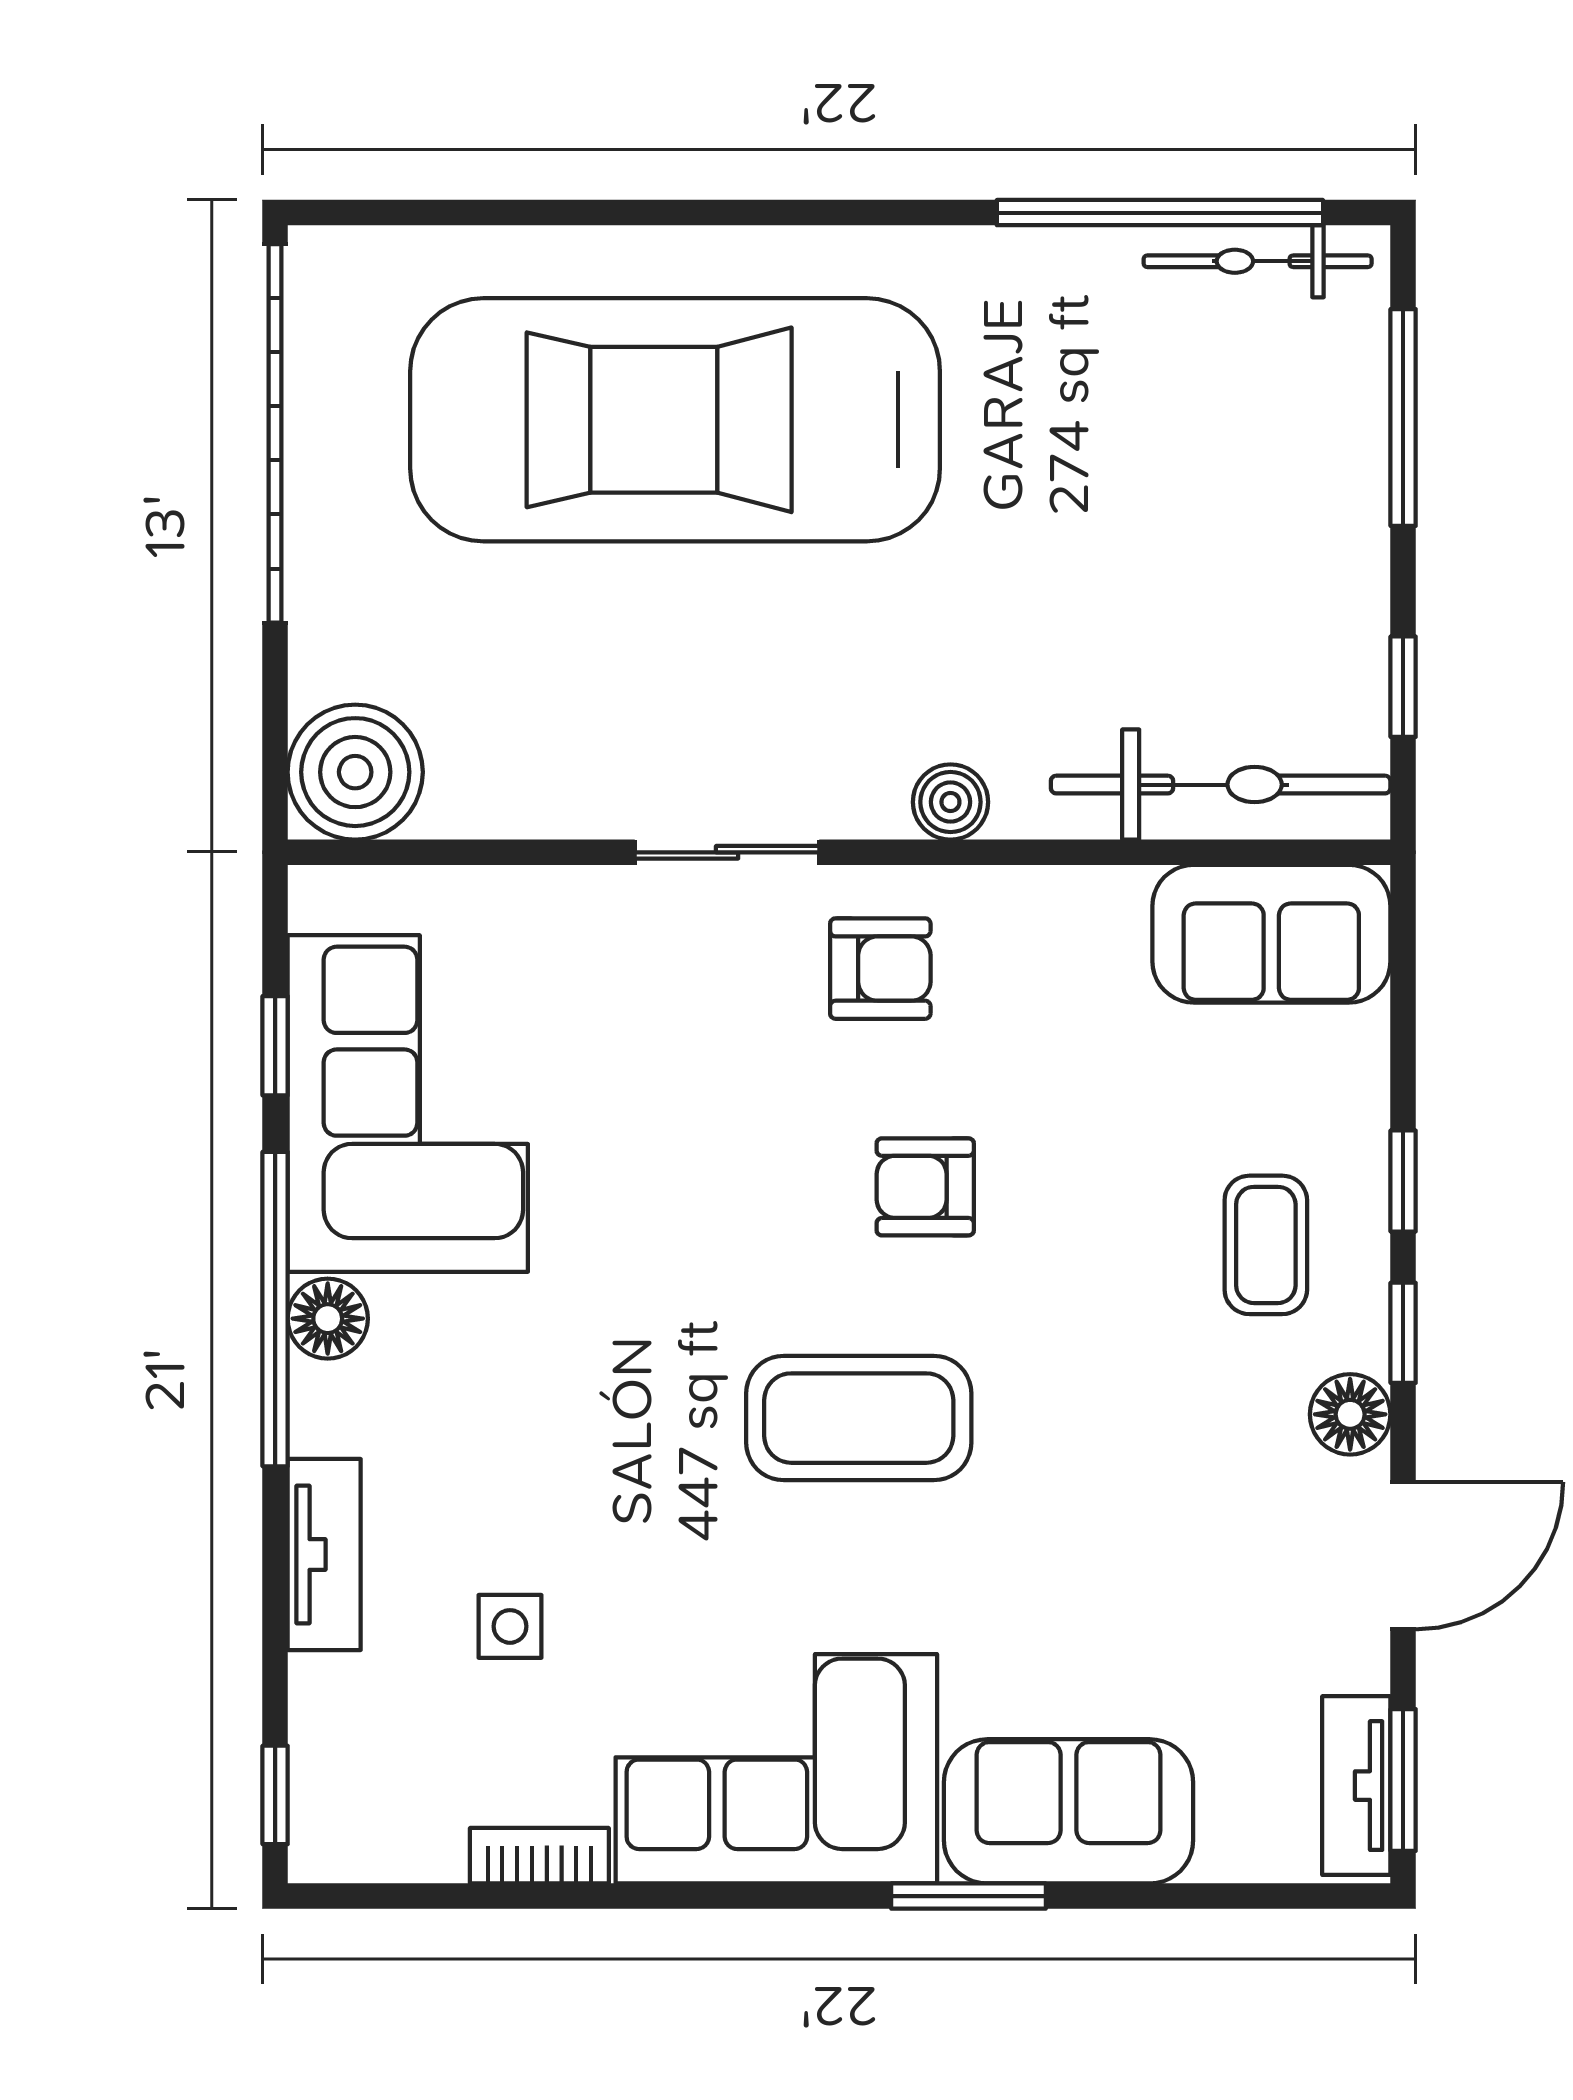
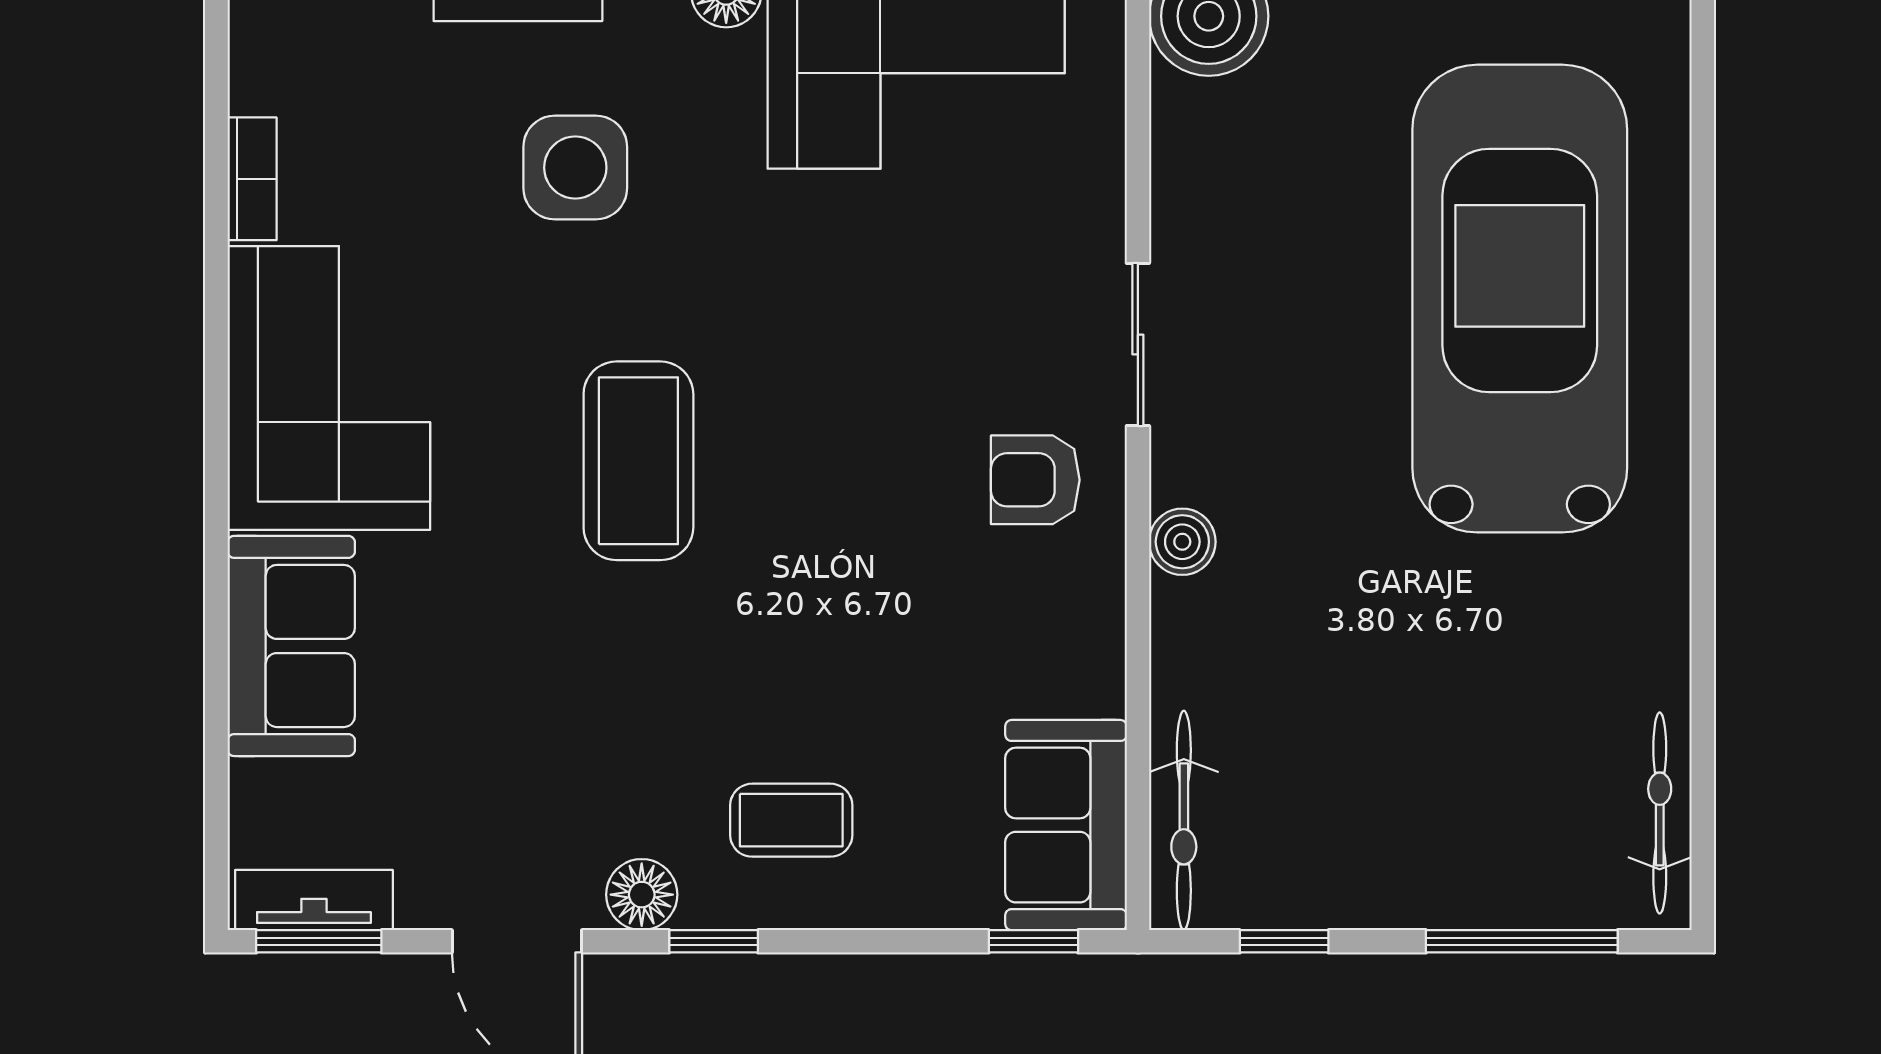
window: (1160, 213) -> (1703, 727), removed
bicycle: (1221, 785) -> (1184, 820), width x0.73, depth x0.71
armchair: (880, 969) -> (1035, 480), turned 90
window: (1403, 1181) -> (1033, 941), moved
armchair: (925, 1187) -> (843, 519), removed
side table: (510, 1626) -> (575, 168), moved, width x1.87, depth x1.87
window: (968, 1896) -> (216, 558), removed

